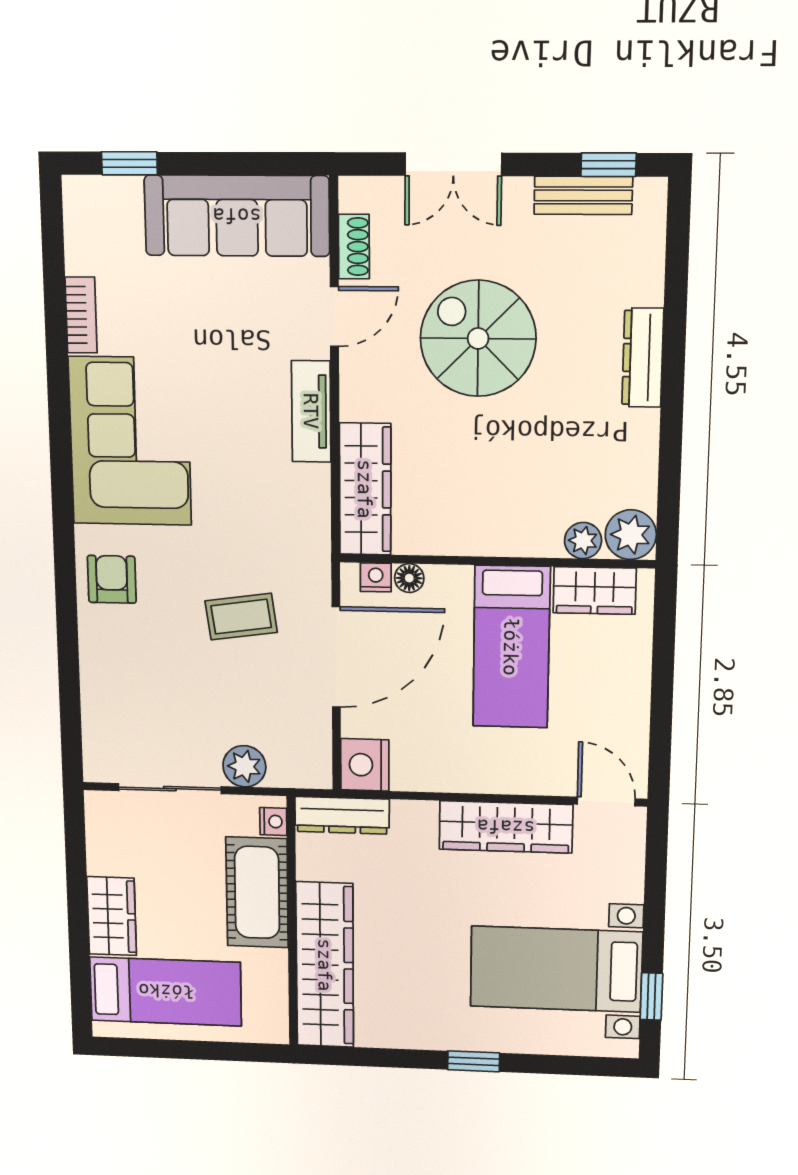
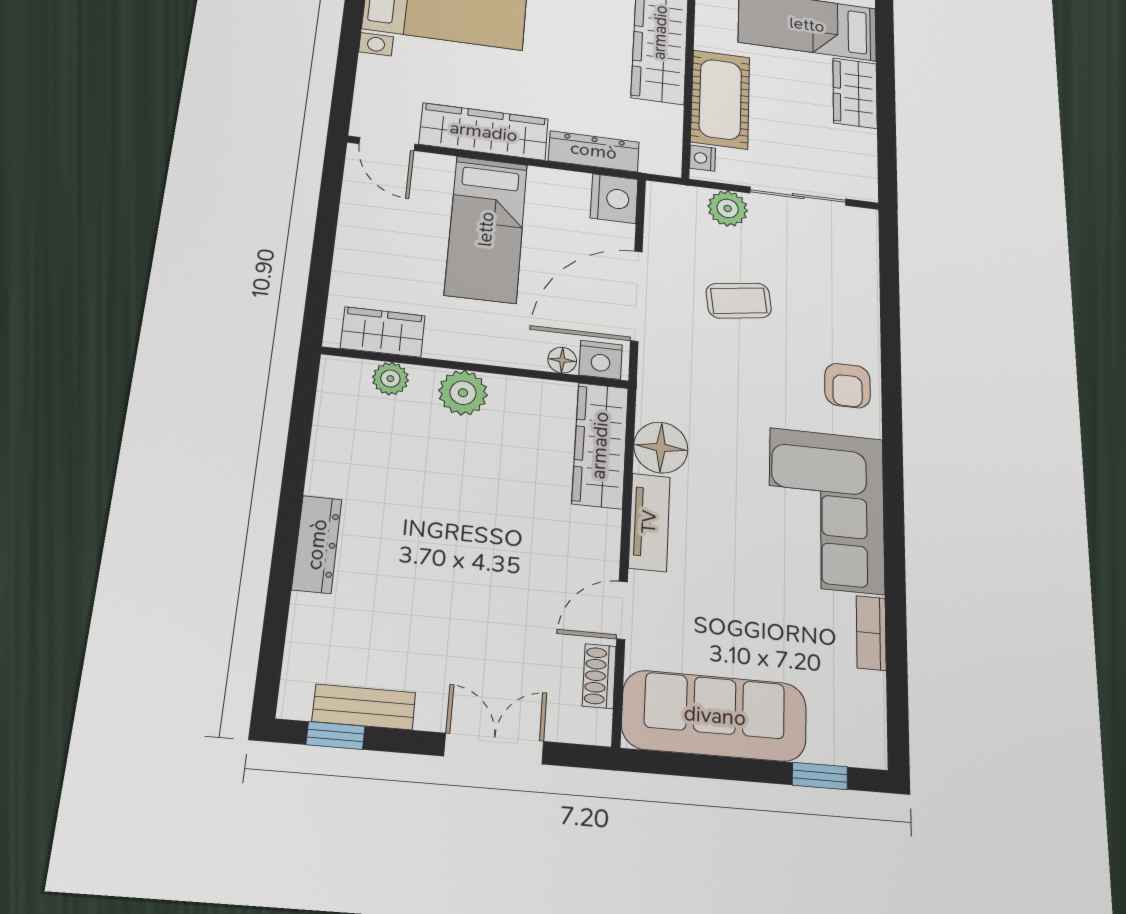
spiral stairs: (478, 338) -> (480, 577), removed
floor lamp: (303, 493) -> (661, 448), added
plant: (631, 535) -> (463, 393), moved
nightstand: (376, 577) -> (601, 360), width x1.39, depth x1.35
coffee table: (241, 617) -> (739, 301), moved
bed: (511, 647) -> (486, 229), moved, turned 180
dresser: (342, 815) -> (594, 151), moved

